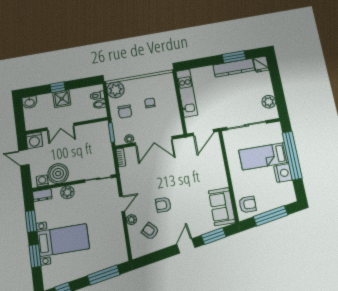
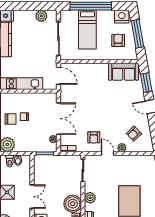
chair: (125, 112) -> (11, 119), moved
nightstand: (283, 173) -> (122, 17), moved
armchair: (247, 204) -> (118, 40), moved
armchair: (163, 205) -> (94, 137), moved

